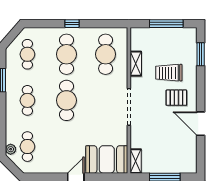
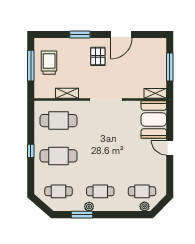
window: (201, 54) -> (80, 35), moved
trolley: (169, 73) -> (49, 63), moved, turned 180
plant: (11, 88) -> (89, 207), added
cafe table: (66, 100) -> (100, 156), removed

